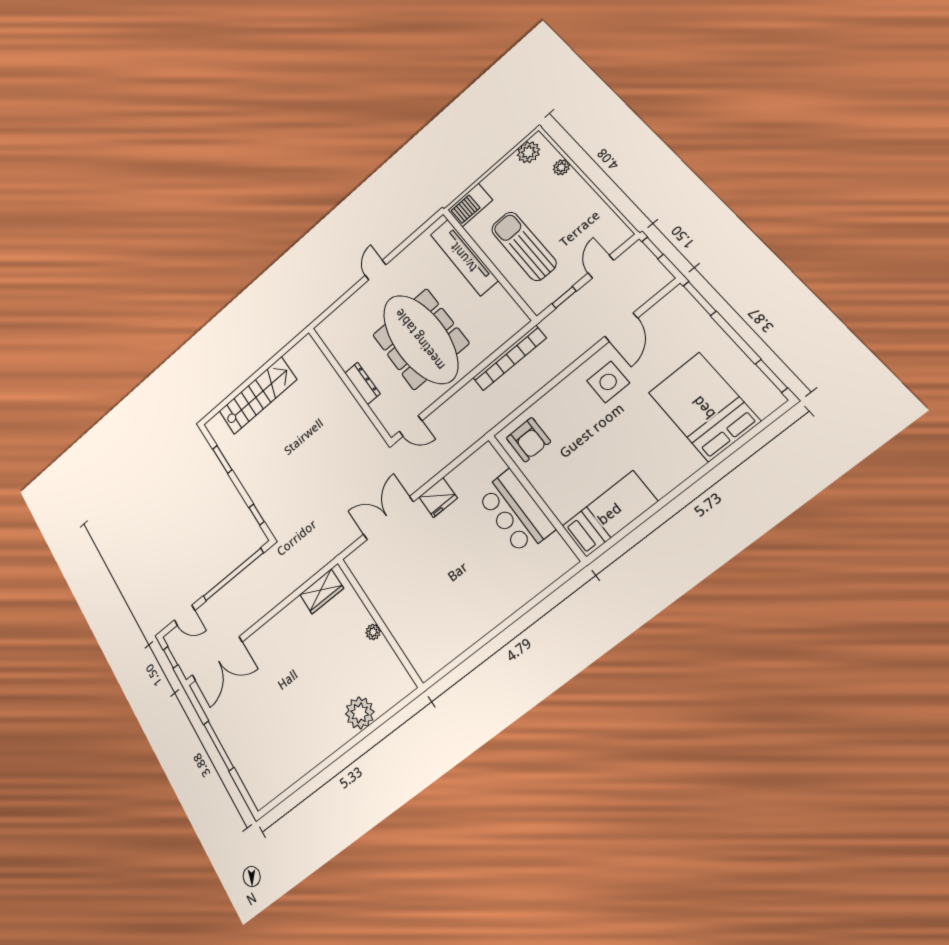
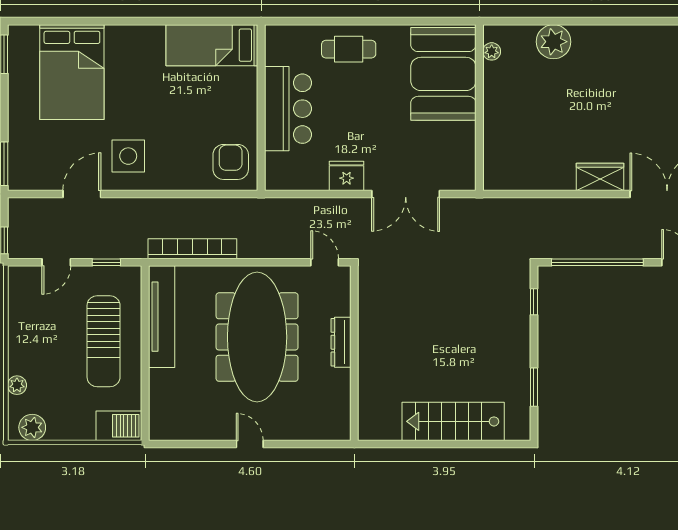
tv unit: (464, 257) -> (162, 317), moved
door: (375, 270) -> (250, 444), swing flipped
wardrobe: (322, 591) -> (600, 177), moved
cafe table: (503, 592) -> (349, 49), added
booth: (421, 627) -> (443, 74), added
plant: (373, 632) -> (492, 51), moved

